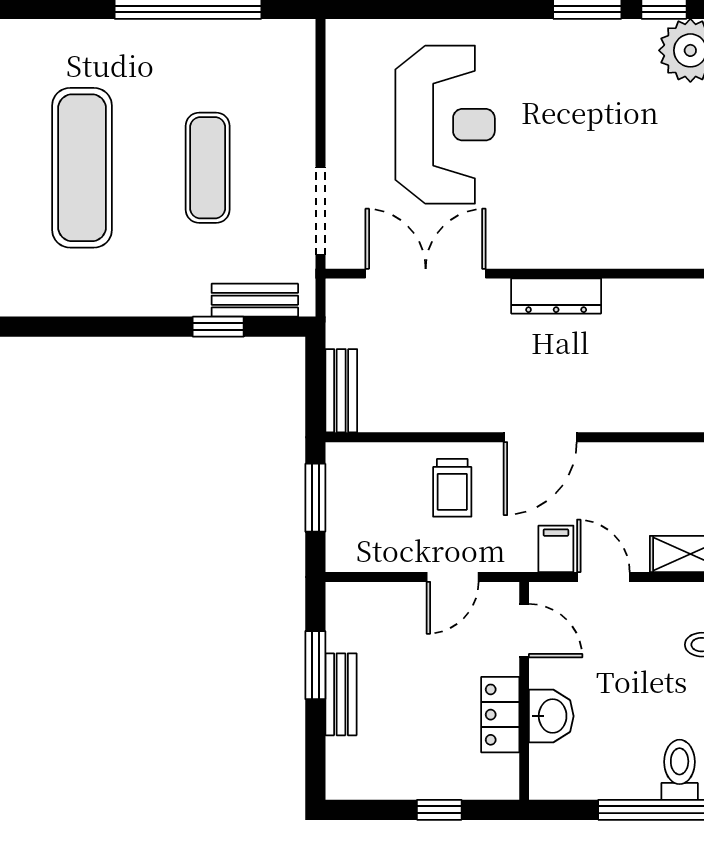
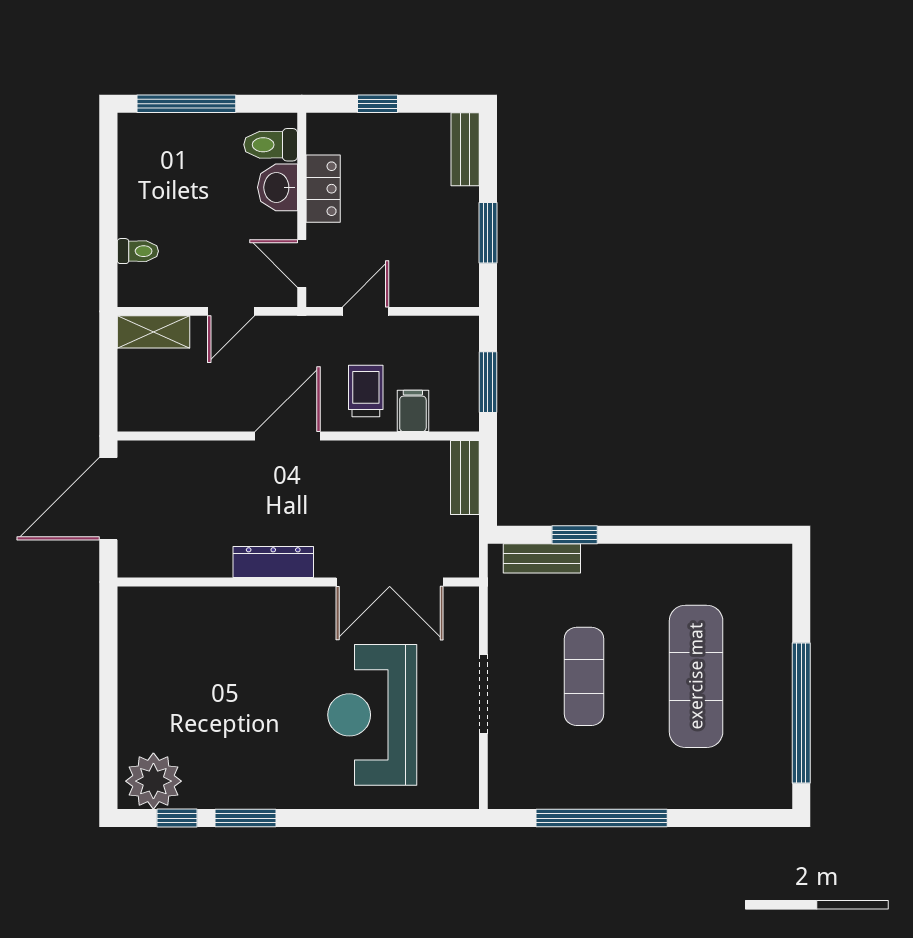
doorway: (320, 211) -> (483, 694), moved
filing cabinet: (556, 549) -> (413, 411), moved, turned 180
door: (603, 577) -> (231, 311), hinge flipped
bench: (341, 694) -> (465, 149), moved
toilet: (680, 770) -> (271, 145), moved, turned 90

